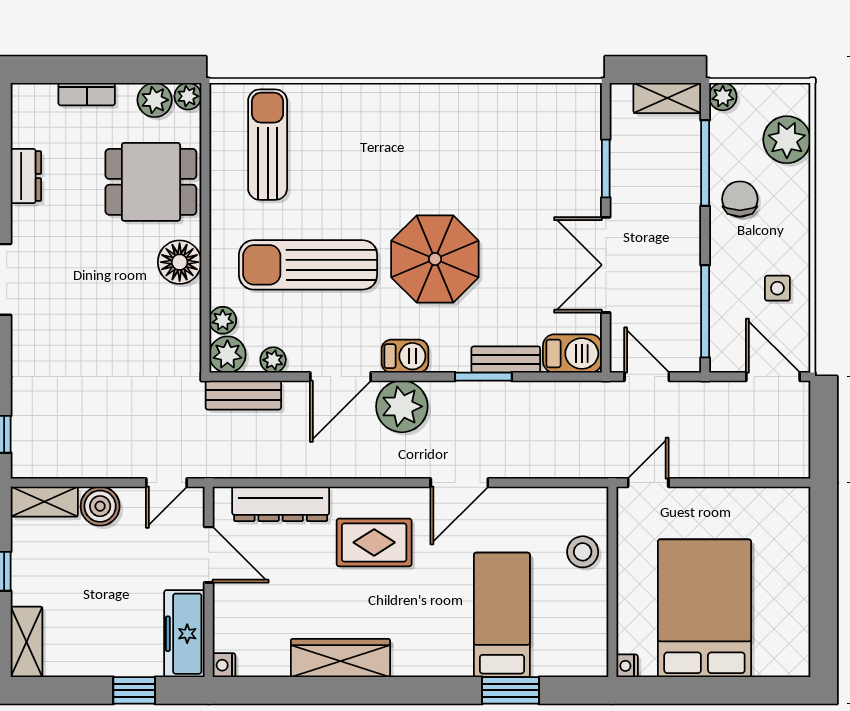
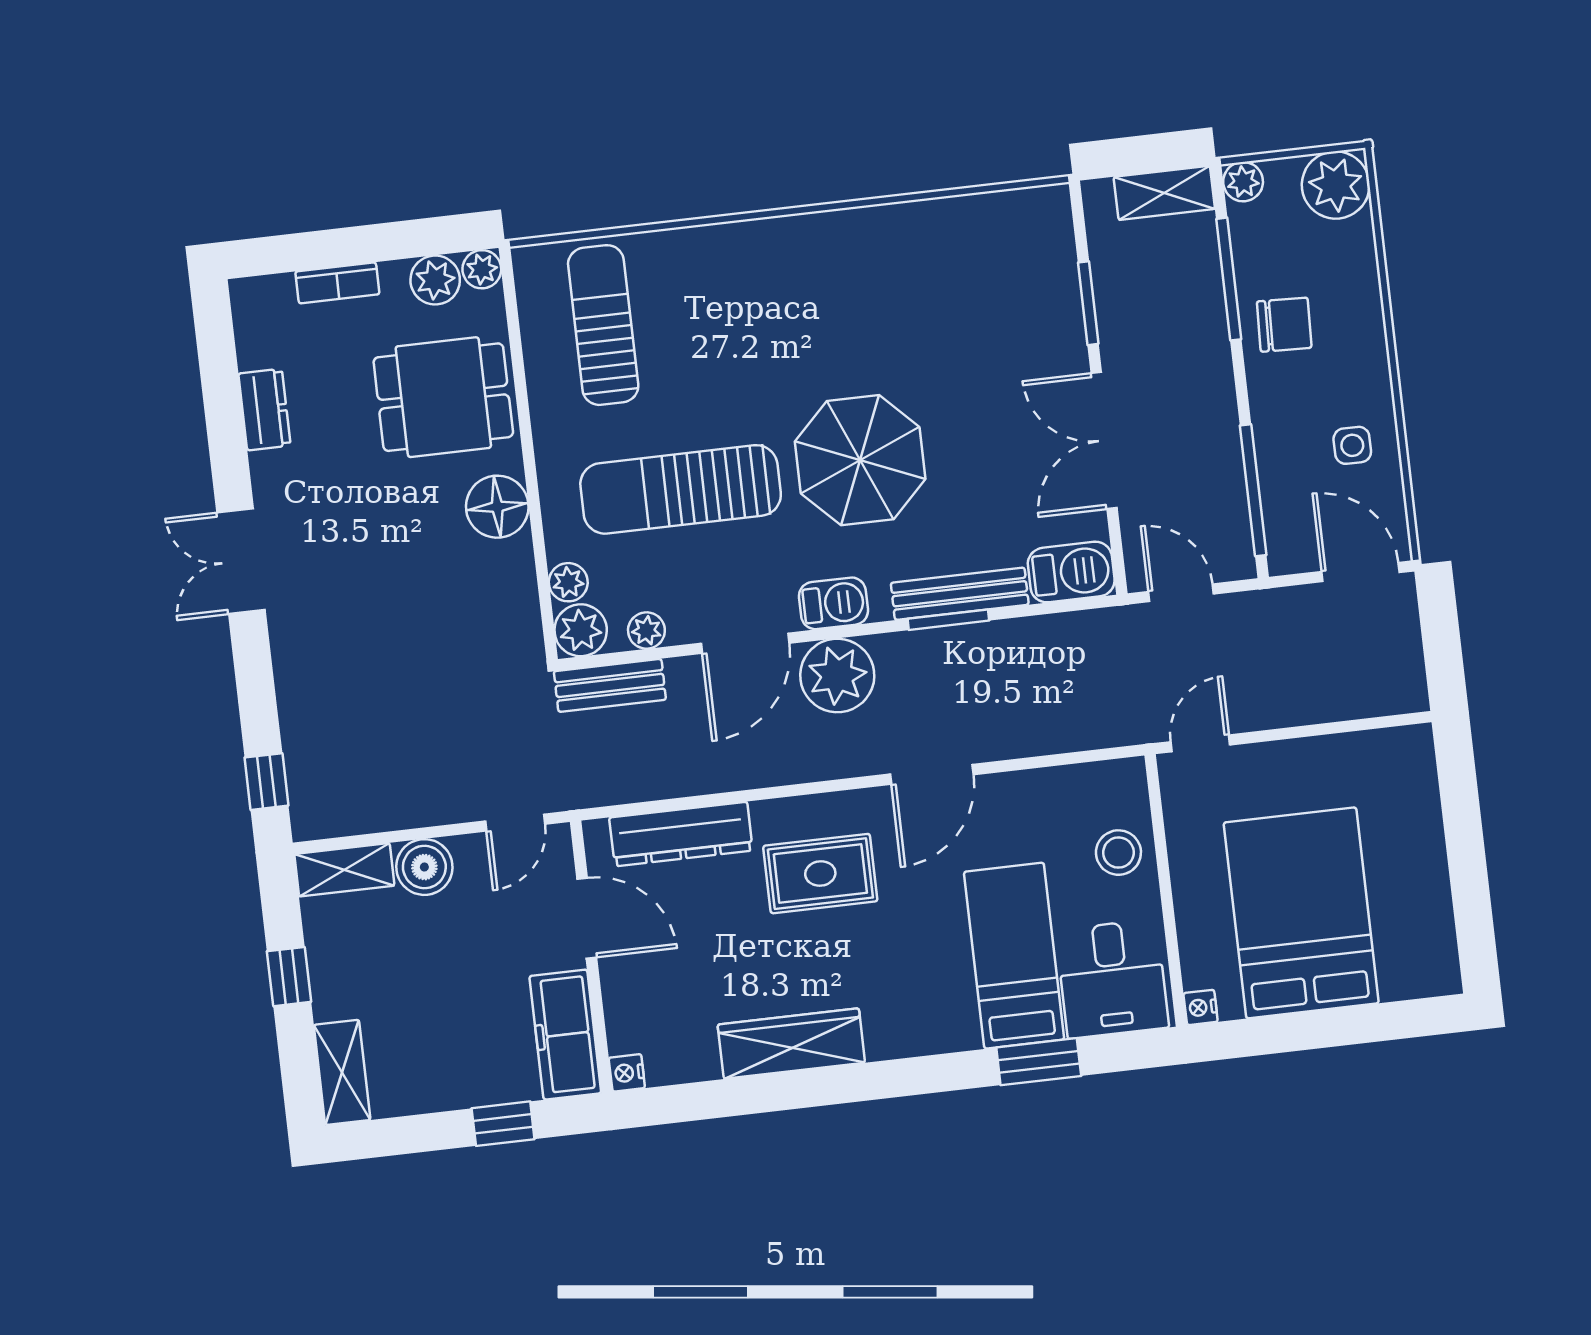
plant: (787, 140) -> (1336, 185), moved
chair: (740, 199) -> (1284, 325), turned 92
bench: (506, 360) -> (960, 594), width x1.36
desk: (568, 639) -> (1112, 979), added

